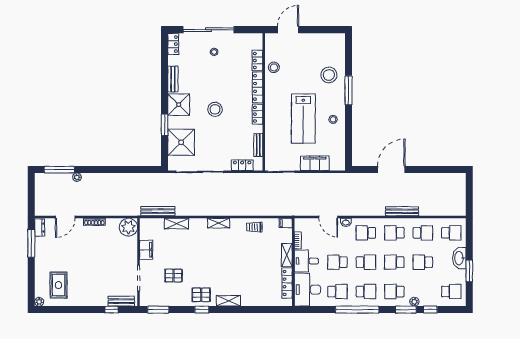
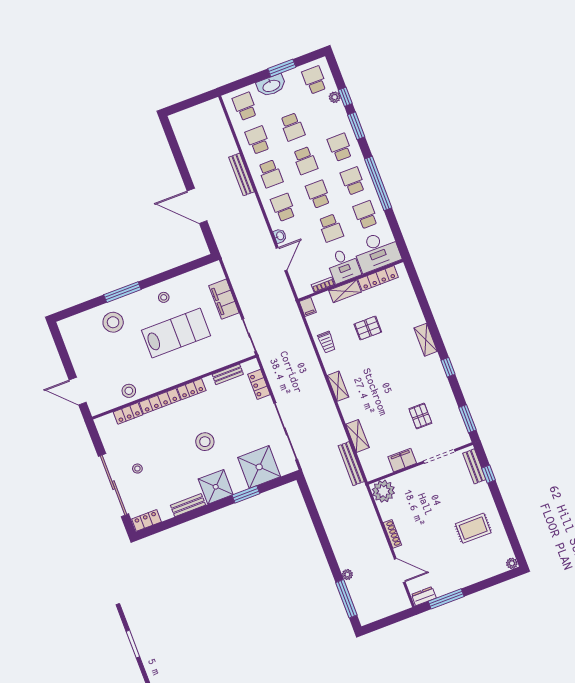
school desk: (366, 233) -> (283, 207), turned 180
rug: (59, 285) -> (473, 528), moved
school desk: (394, 292) -> (340, 147), turned 180
pallet: (201, 295) -> (368, 328), moved, turned 90
plant: (414, 302) -> (335, 97), moved

